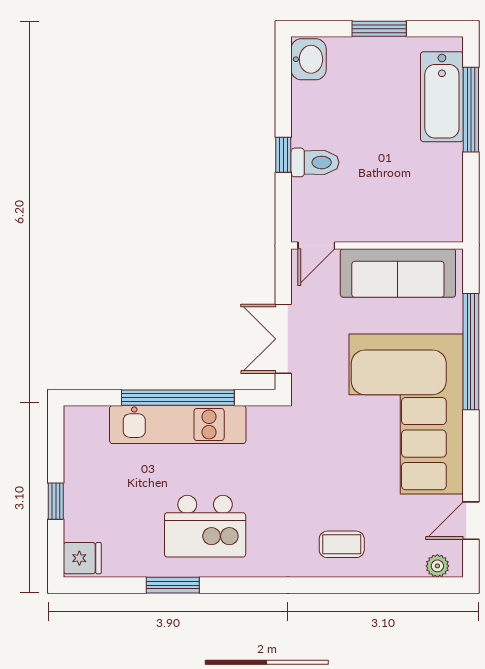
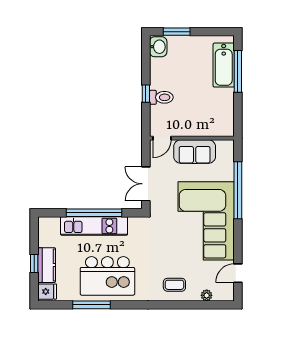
window: (379, 29) -> (177, 32), moved
sofa: (398, 273) -> (195, 152), width x0.73
kitchen counter: (81, 504) -> (47, 265), added
kitchen island: (205, 526) -> (107, 276), width x1.37, depth x1.28
plant: (437, 566) -> (207, 295), moved
window: (173, 585) -> (92, 305), width x1.44

